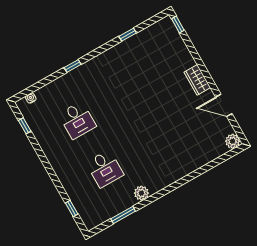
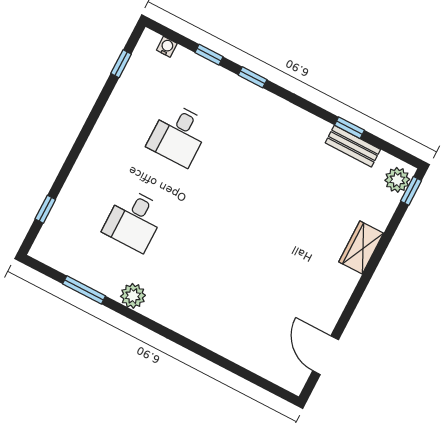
bench: (138, 39) -> (353, 146), added
window: (48, 80) -> (209, 55), added
wardrobe: (197, 80) -> (361, 247), moved
door: (224, 105) -> (326, 355), moved
plant: (233, 141) -> (397, 180), moved

